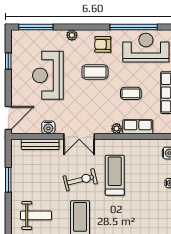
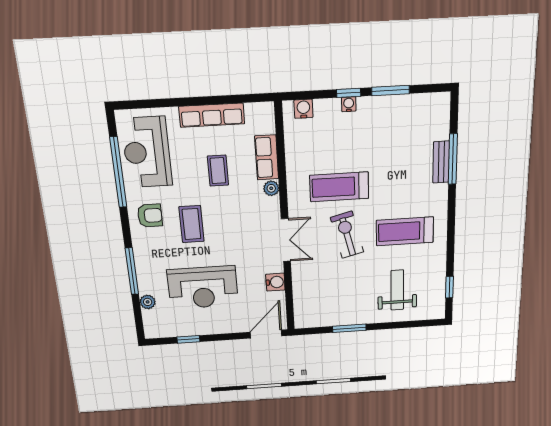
window: (36, 27) -> (132, 271), moved
plant: (72, 35) -> (148, 302), moved
armchair: (103, 44) -> (150, 216), turned -90
door: (8, 118) -> (266, 334), hinge flipped
bench: (40, 144) -> (300, 291), removed

